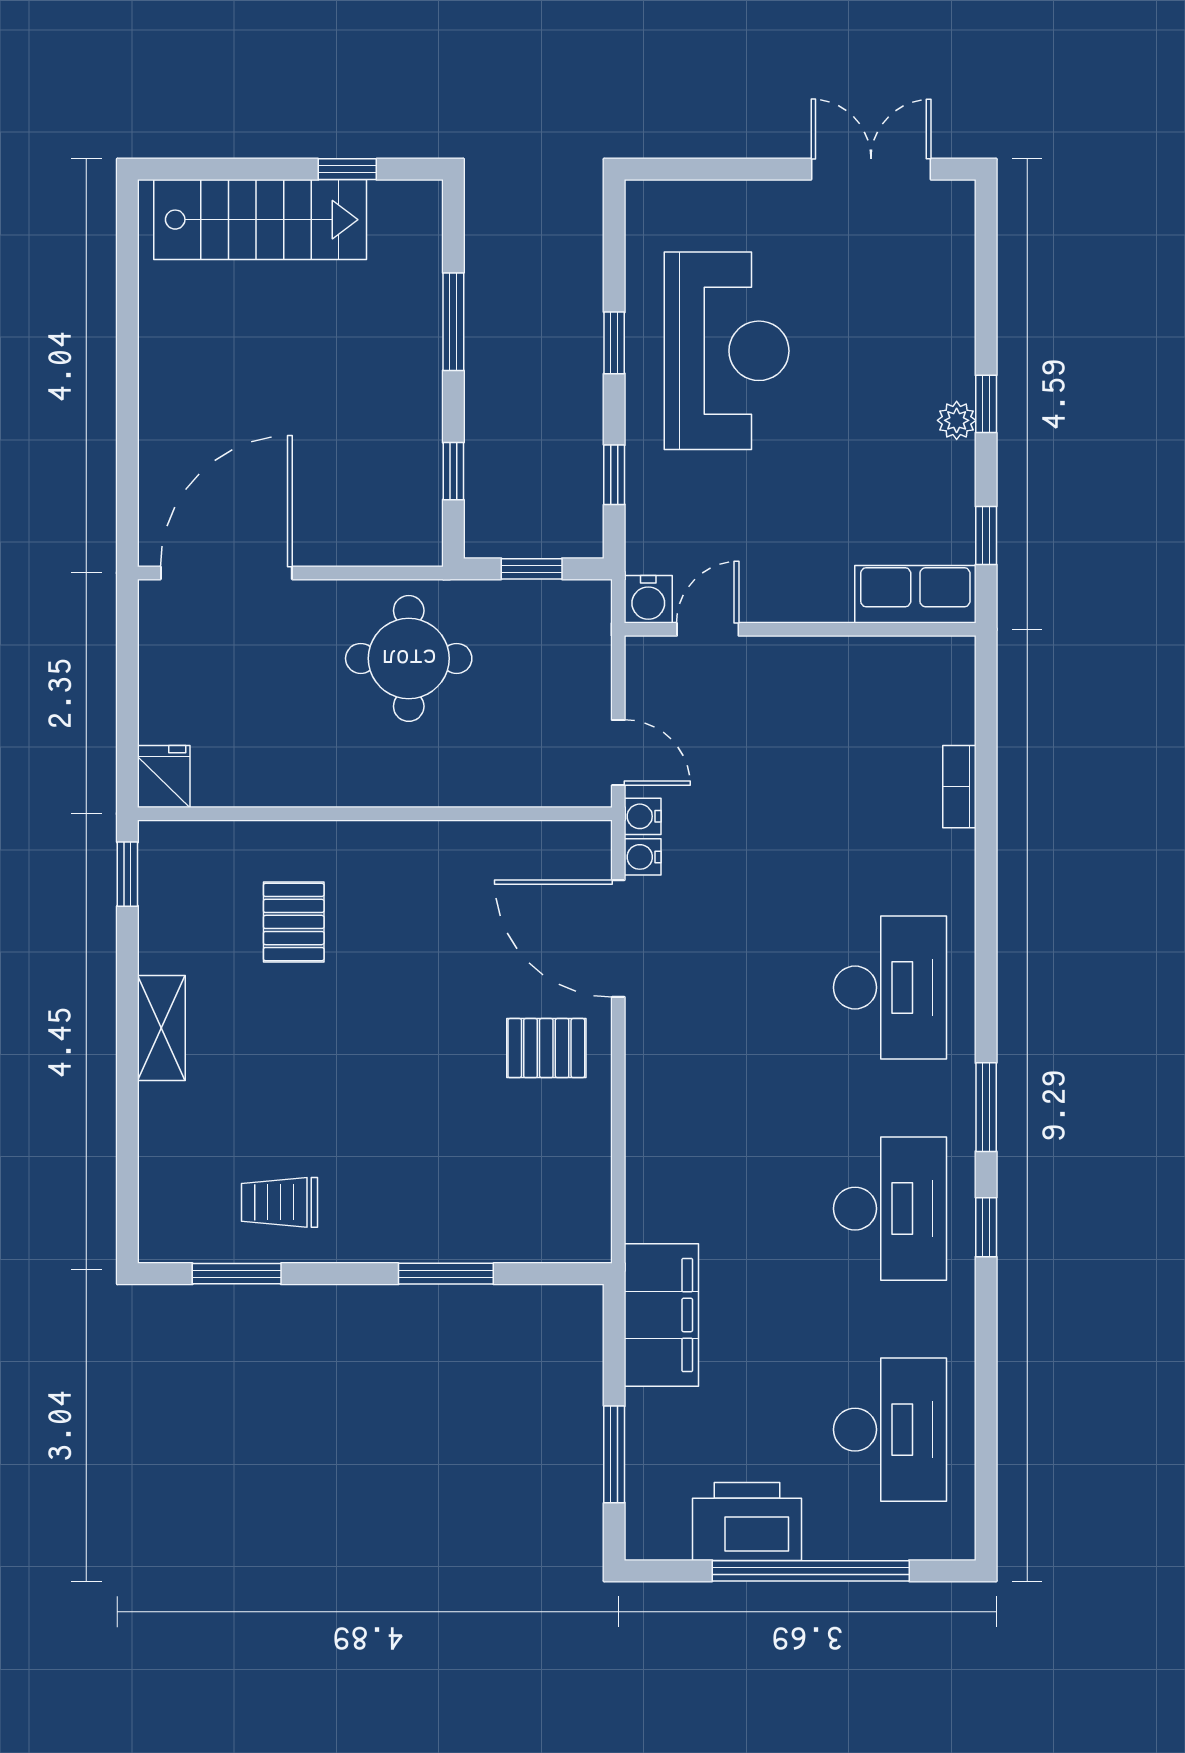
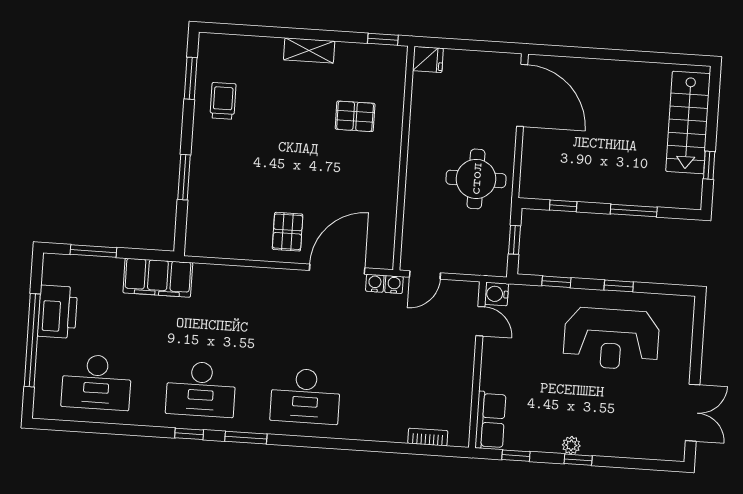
bookcase: (959, 787) -> (428, 437), moved

